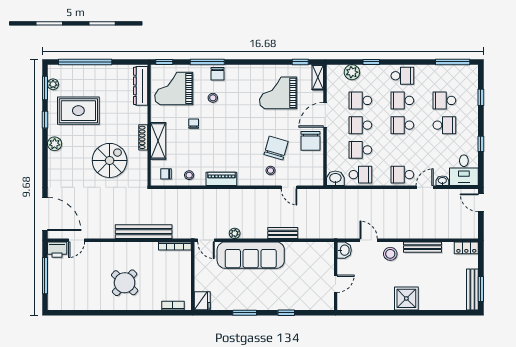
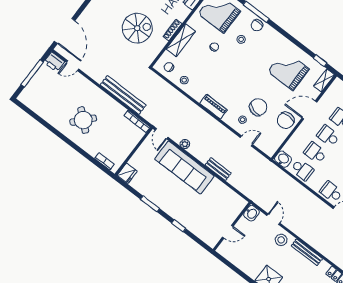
piano: (221, 179) -> (214, 107), moved
door: (289, 187) -> (246, 141), swing flipped

